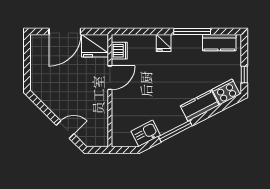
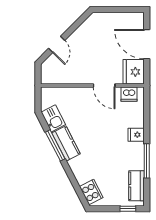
window: (244, 75) -> (128, 209), moved
kitchen counter: (200, 106) -> (66, 143), moved

